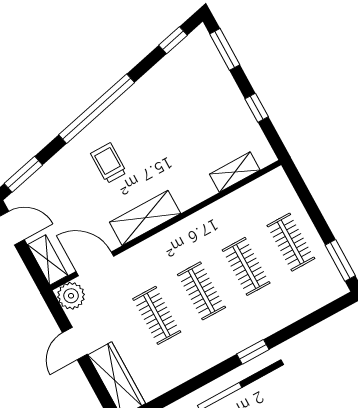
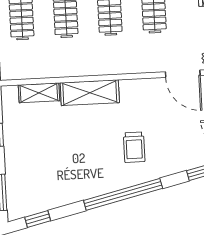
shelving: (145, 218) -> (90, 93), moved

